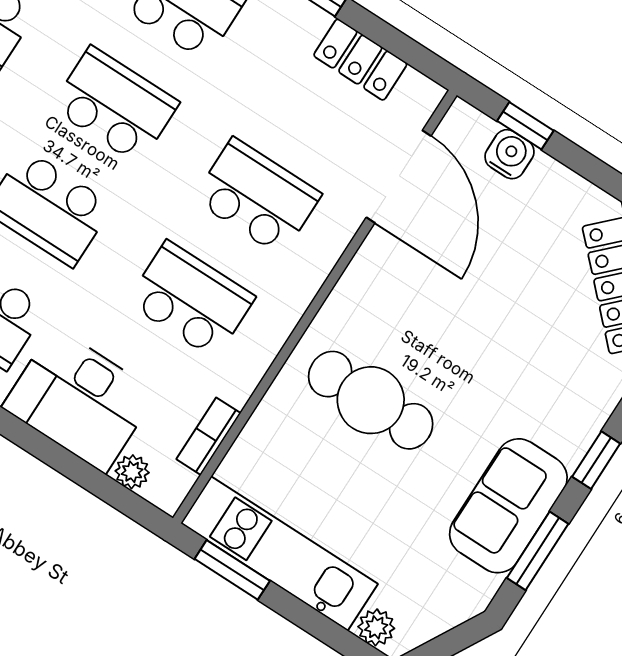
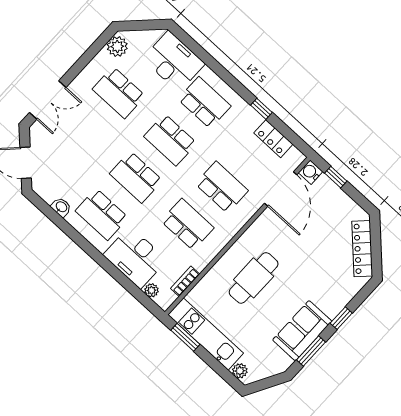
school desk: (115, 105) -> (170, 140), turned 180
water cooler: (509, 154) -> (311, 172), moved, turned -90
cafe table: (371, 400) -> (254, 278), turned 90

